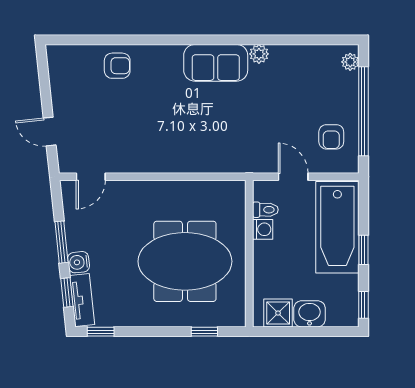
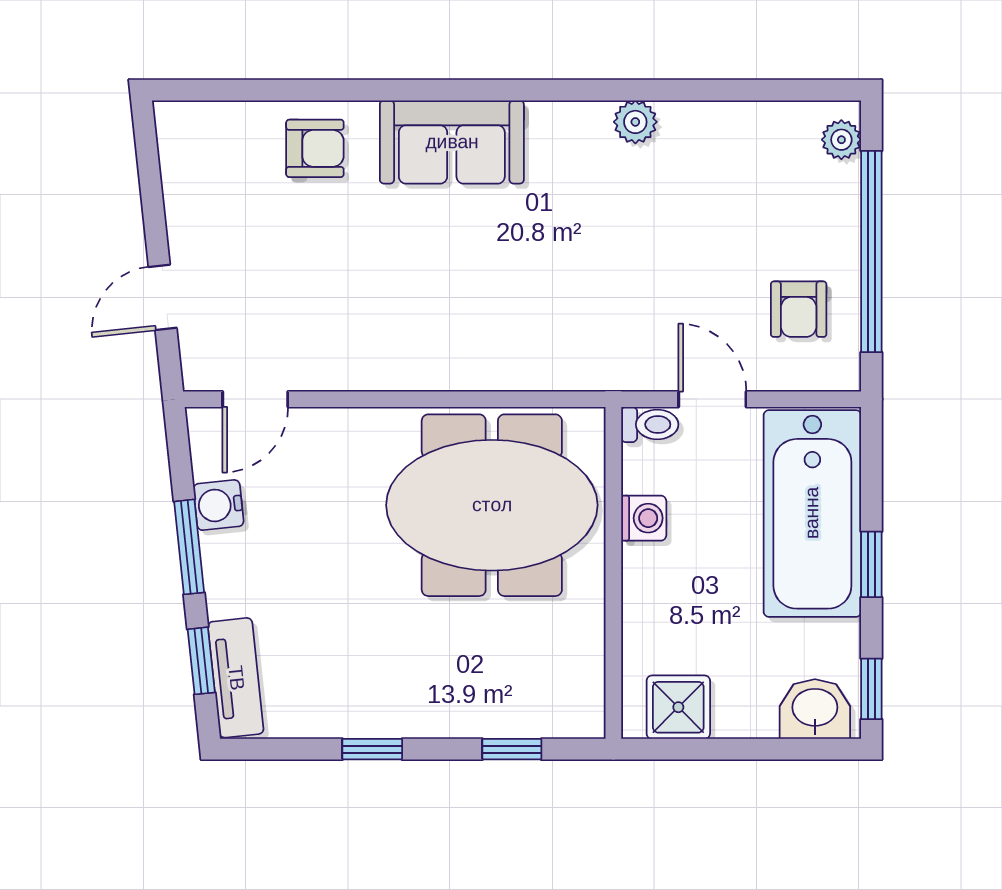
sofa: (216, 63) -> (452, 142), moved
door: (50, 132) -> (163, 297), hinge flipped
toilet: (265, 210) -> (650, 424), moved
meeting table: (185, 261) -> (492, 505), moved
water cooler: (79, 262) -> (218, 505), moved
washbasin: (310, 314) -> (815, 709), moved
window: (101, 332) -> (372, 749), moved

